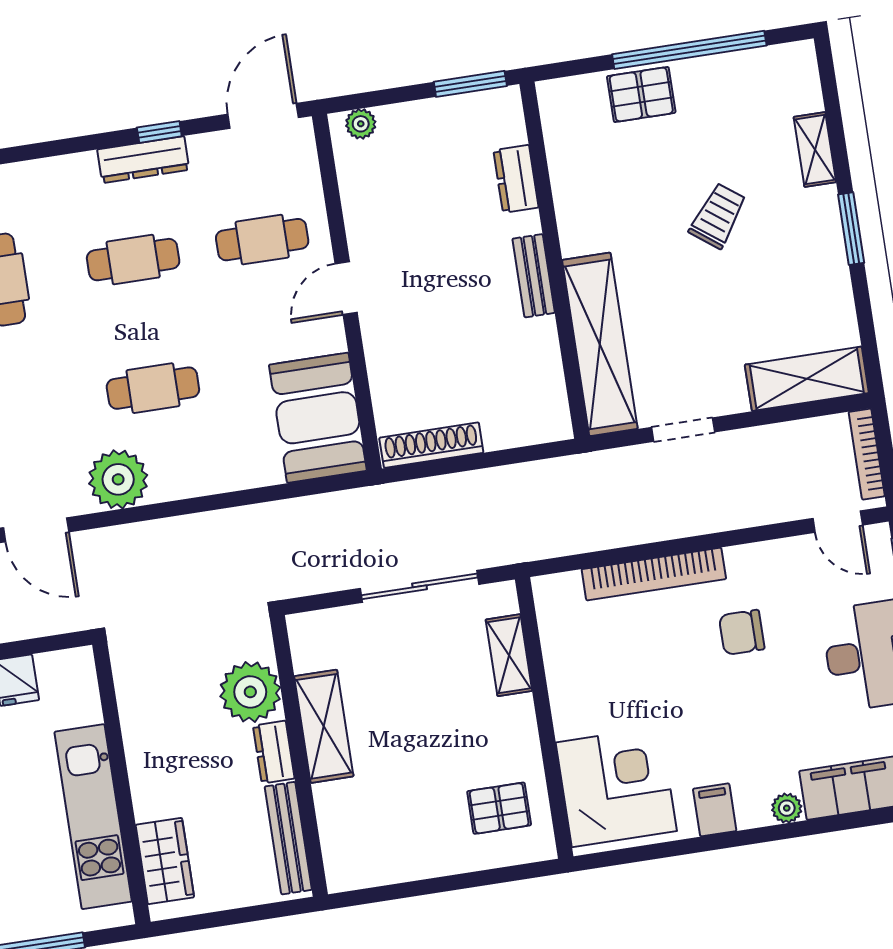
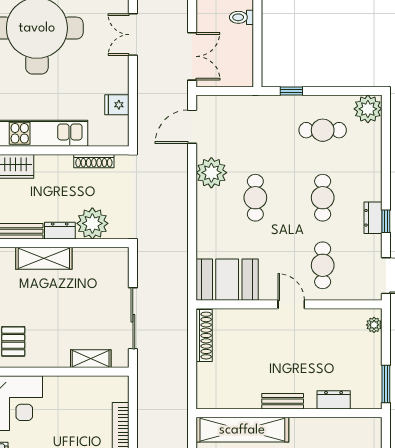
dresser: (143, 160) -> (373, 218), width x0.70
shoe rack: (131, 707) -> (94, 161), added
shelving: (324, 726) -> (44, 258), moved

